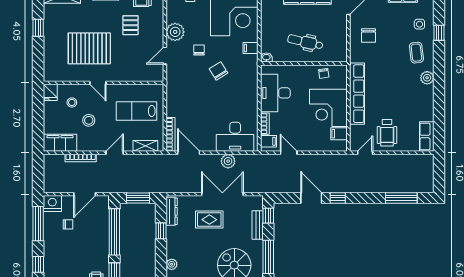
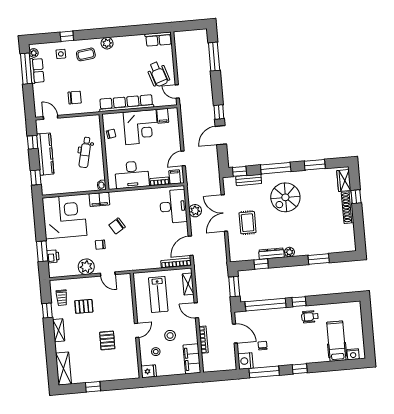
pallet: (89, 48) -> (107, 340), width x0.49, depth x0.50
filing cabinet: (251, 48) -> (99, 199), width x2.00
wheelchair: (387, 133) -> (158, 74), turned 72
dresser: (172, 211) -> (271, 254), moved

